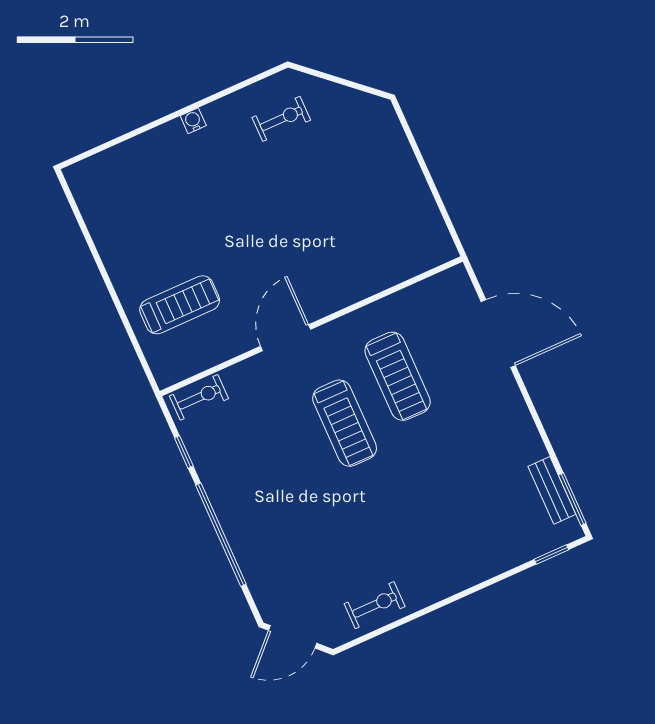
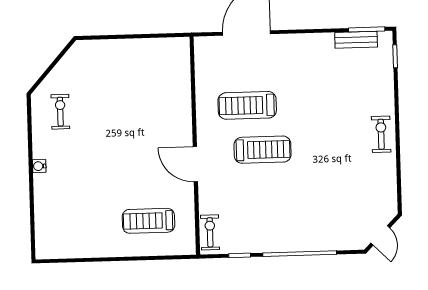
treadmill: (180, 305) -> (149, 221), turned -90
treadmill: (398, 376) -> (247, 105), turned 180
exercise bike: (375, 605) -> (381, 134), moved
door: (293, 637) -> (380, 235), width x0.73

